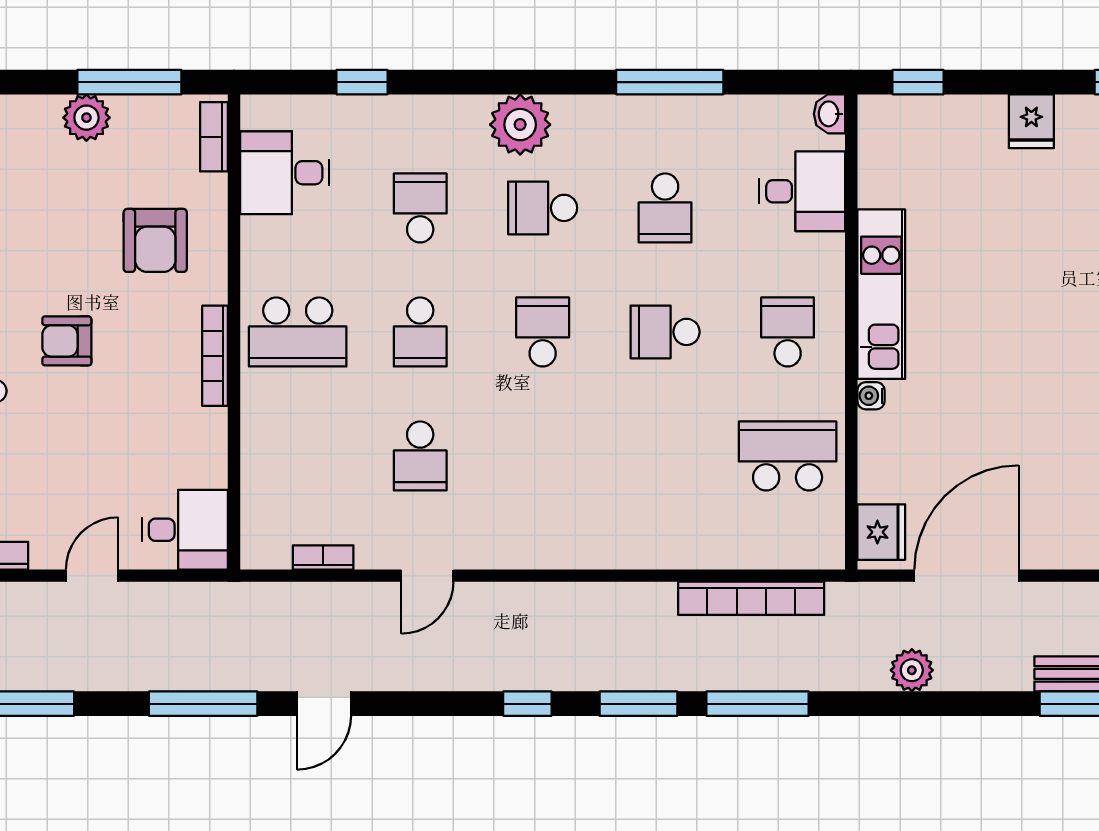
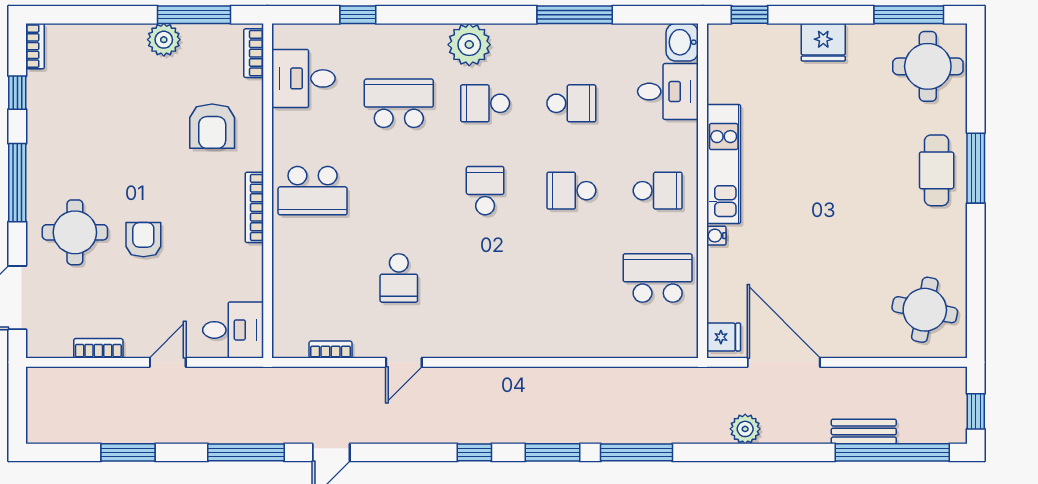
washbasin: (829, 114) -> (682, 42), width x1.38, depth x1.45
fridge: (1031, 121) -> (823, 42), width x1.38
school desk: (420, 208) -> (399, 103), width x1.85
school desk: (665, 208) -> (571, 103), turned -90
school desk: (420, 332) -> (399, 191), removed
school desk: (788, 332) -> (658, 191), turned 90
armchair: (67, 341) -> (143, 240), moved, turned 90
fridge: (881, 532) -> (724, 337), width x0.72
door: (967, 576) -> (784, 362), hinge flipped
bookcase: (751, 598) -> (632, 378), removed

